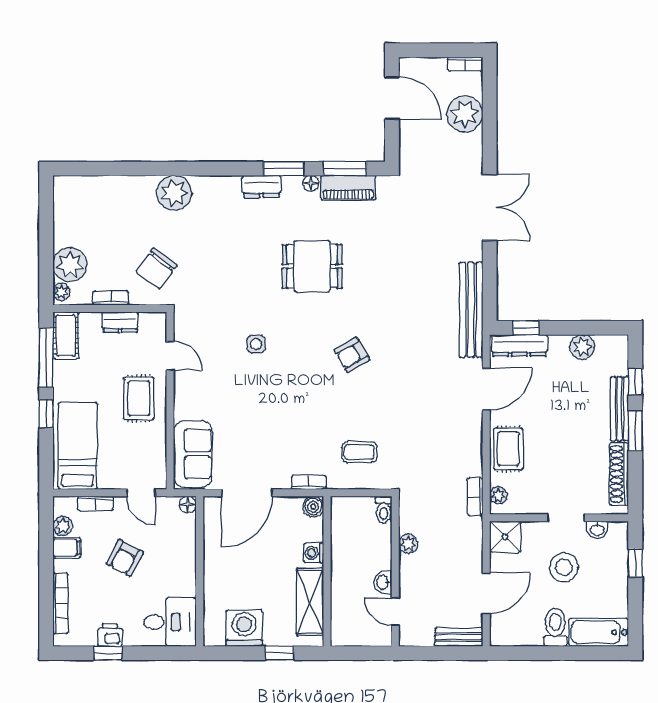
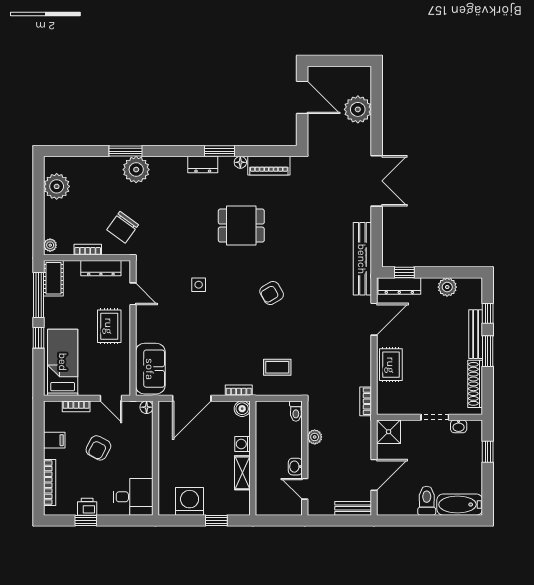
bookcase: (465, 64) -> (358, 71), removed
window: (345, 169) -> (125, 151), moved
plant: (70, 265) -> (57, 186), moved
dresser: (120, 322) -> (101, 268), width x1.44
plant: (498, 495) -> (383, 400), removed
plant: (63, 526) -> (51, 423), removed
stool: (564, 567) -> (433, 455), removed
shelving: (310, 602) -> (242, 473), width x0.67, depth x0.75

